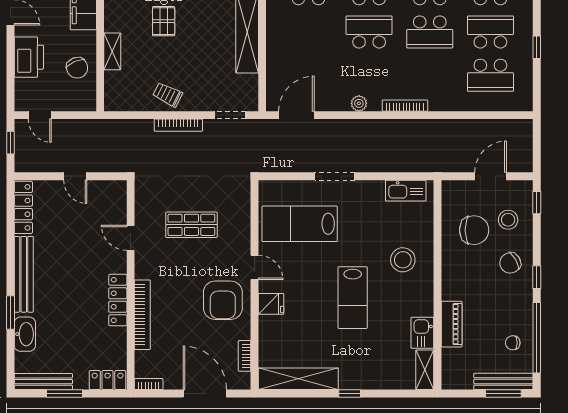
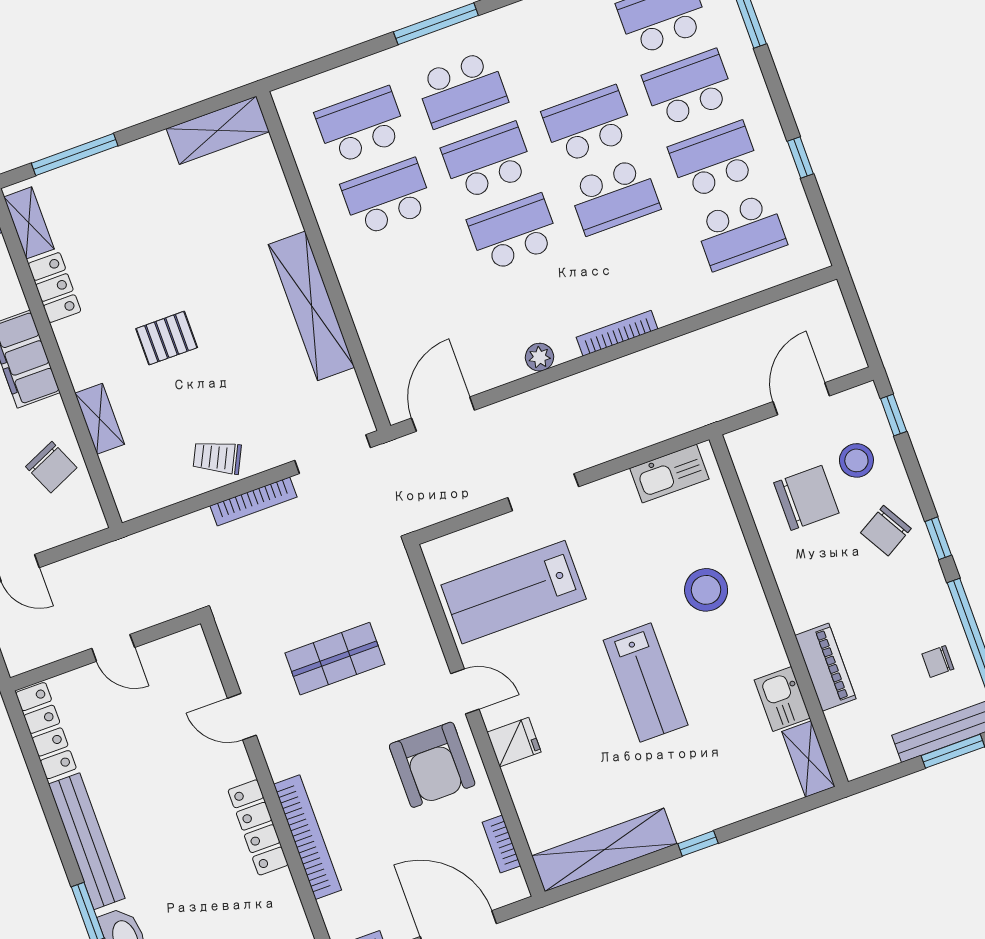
pallet: (164, 21) -> (167, 338), turned 90
doorway: (230, 115) -> (333, 454), width x1.38

